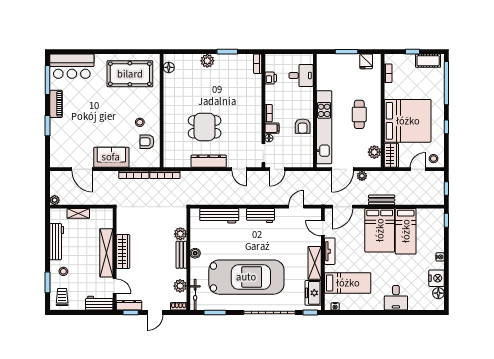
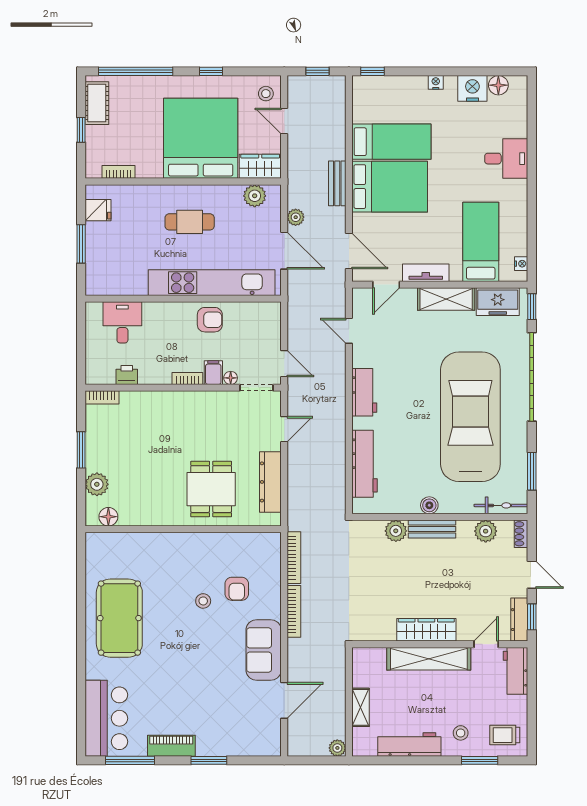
floor lamp: (169, 67) -> (108, 517), moved
wall: (162, 111) -> (183, 529), moved

